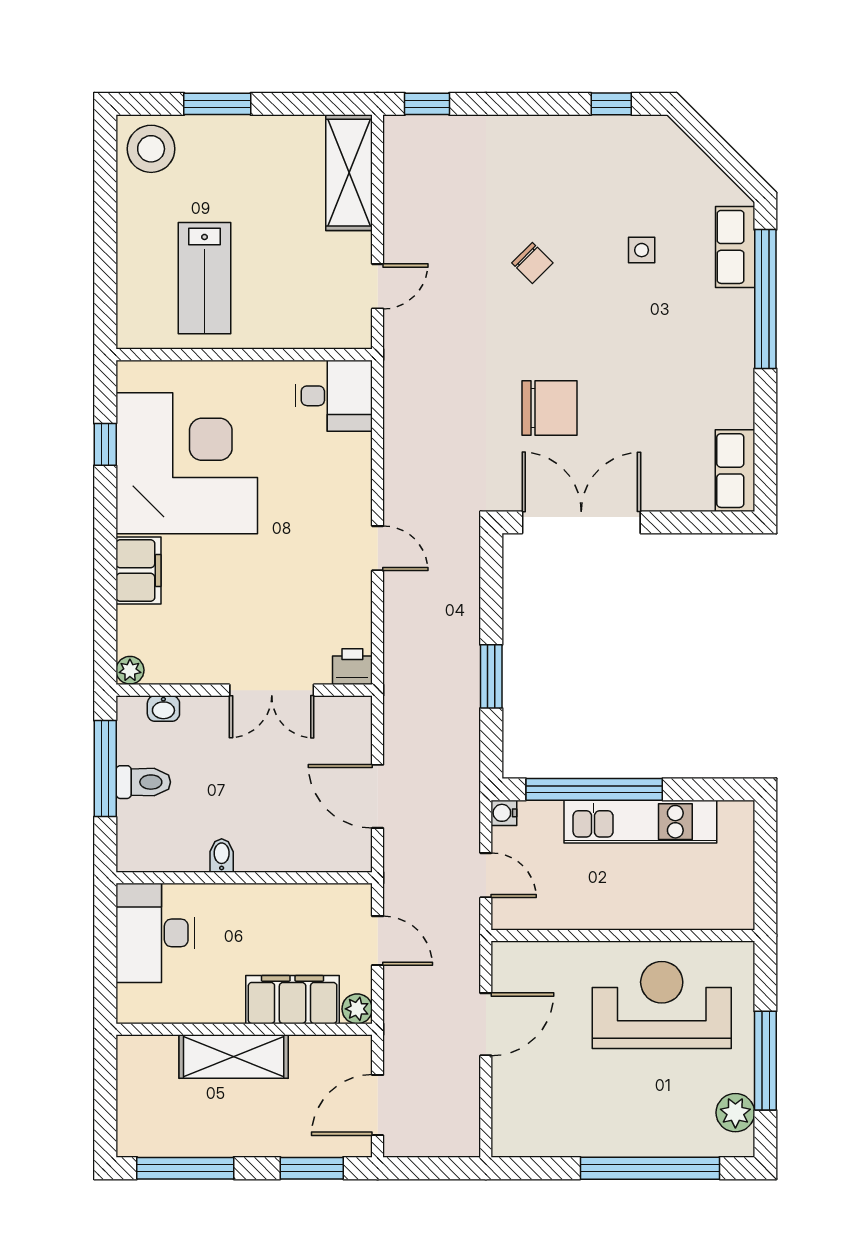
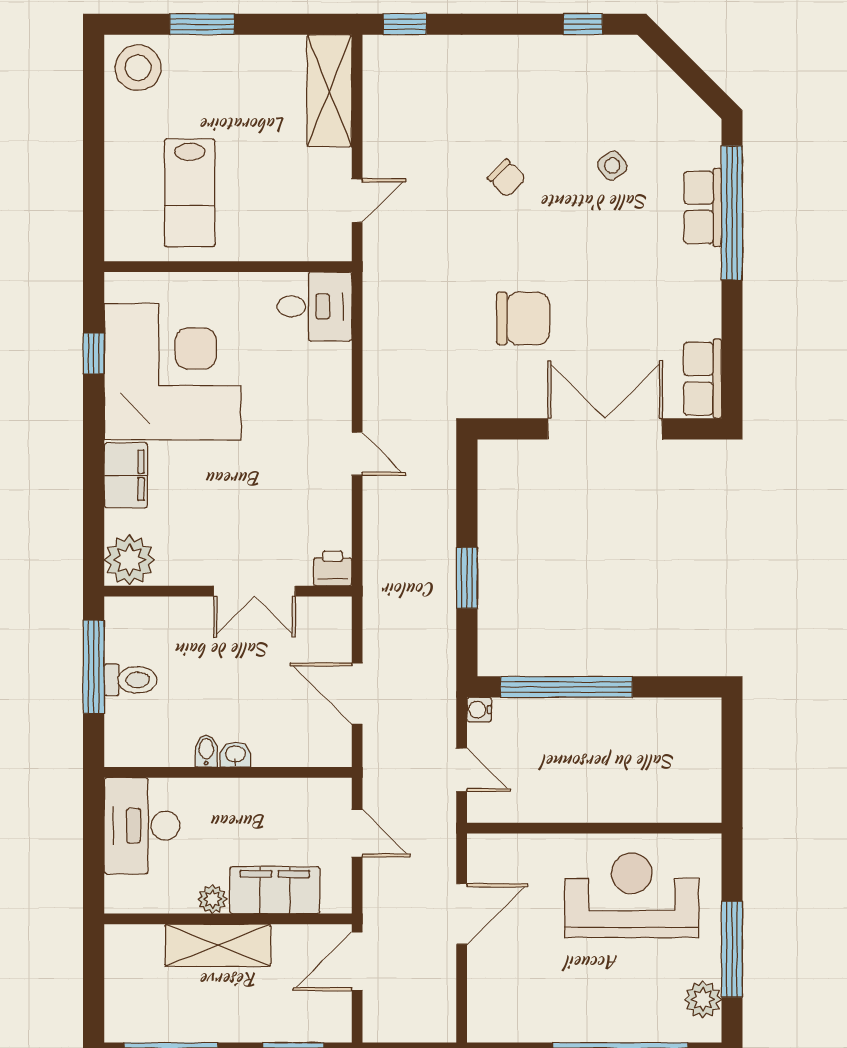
row of seats: (735, 247) -> (703, 207), moved
side table: (642, 250) -> (612, 166), turned -35
double door: (581, 522) -> (605, 429), moved
plant: (130, 670) -> (129, 560), width x1.88, depth x1.88
washbasin: (163, 709) -> (236, 755), moved, turned 180
kitchen unit: (640, 822) -> (611, 718), removed
plant: (357, 1009) -> (212, 899), moved
door: (378, 1105) -> (357, 961), moved

